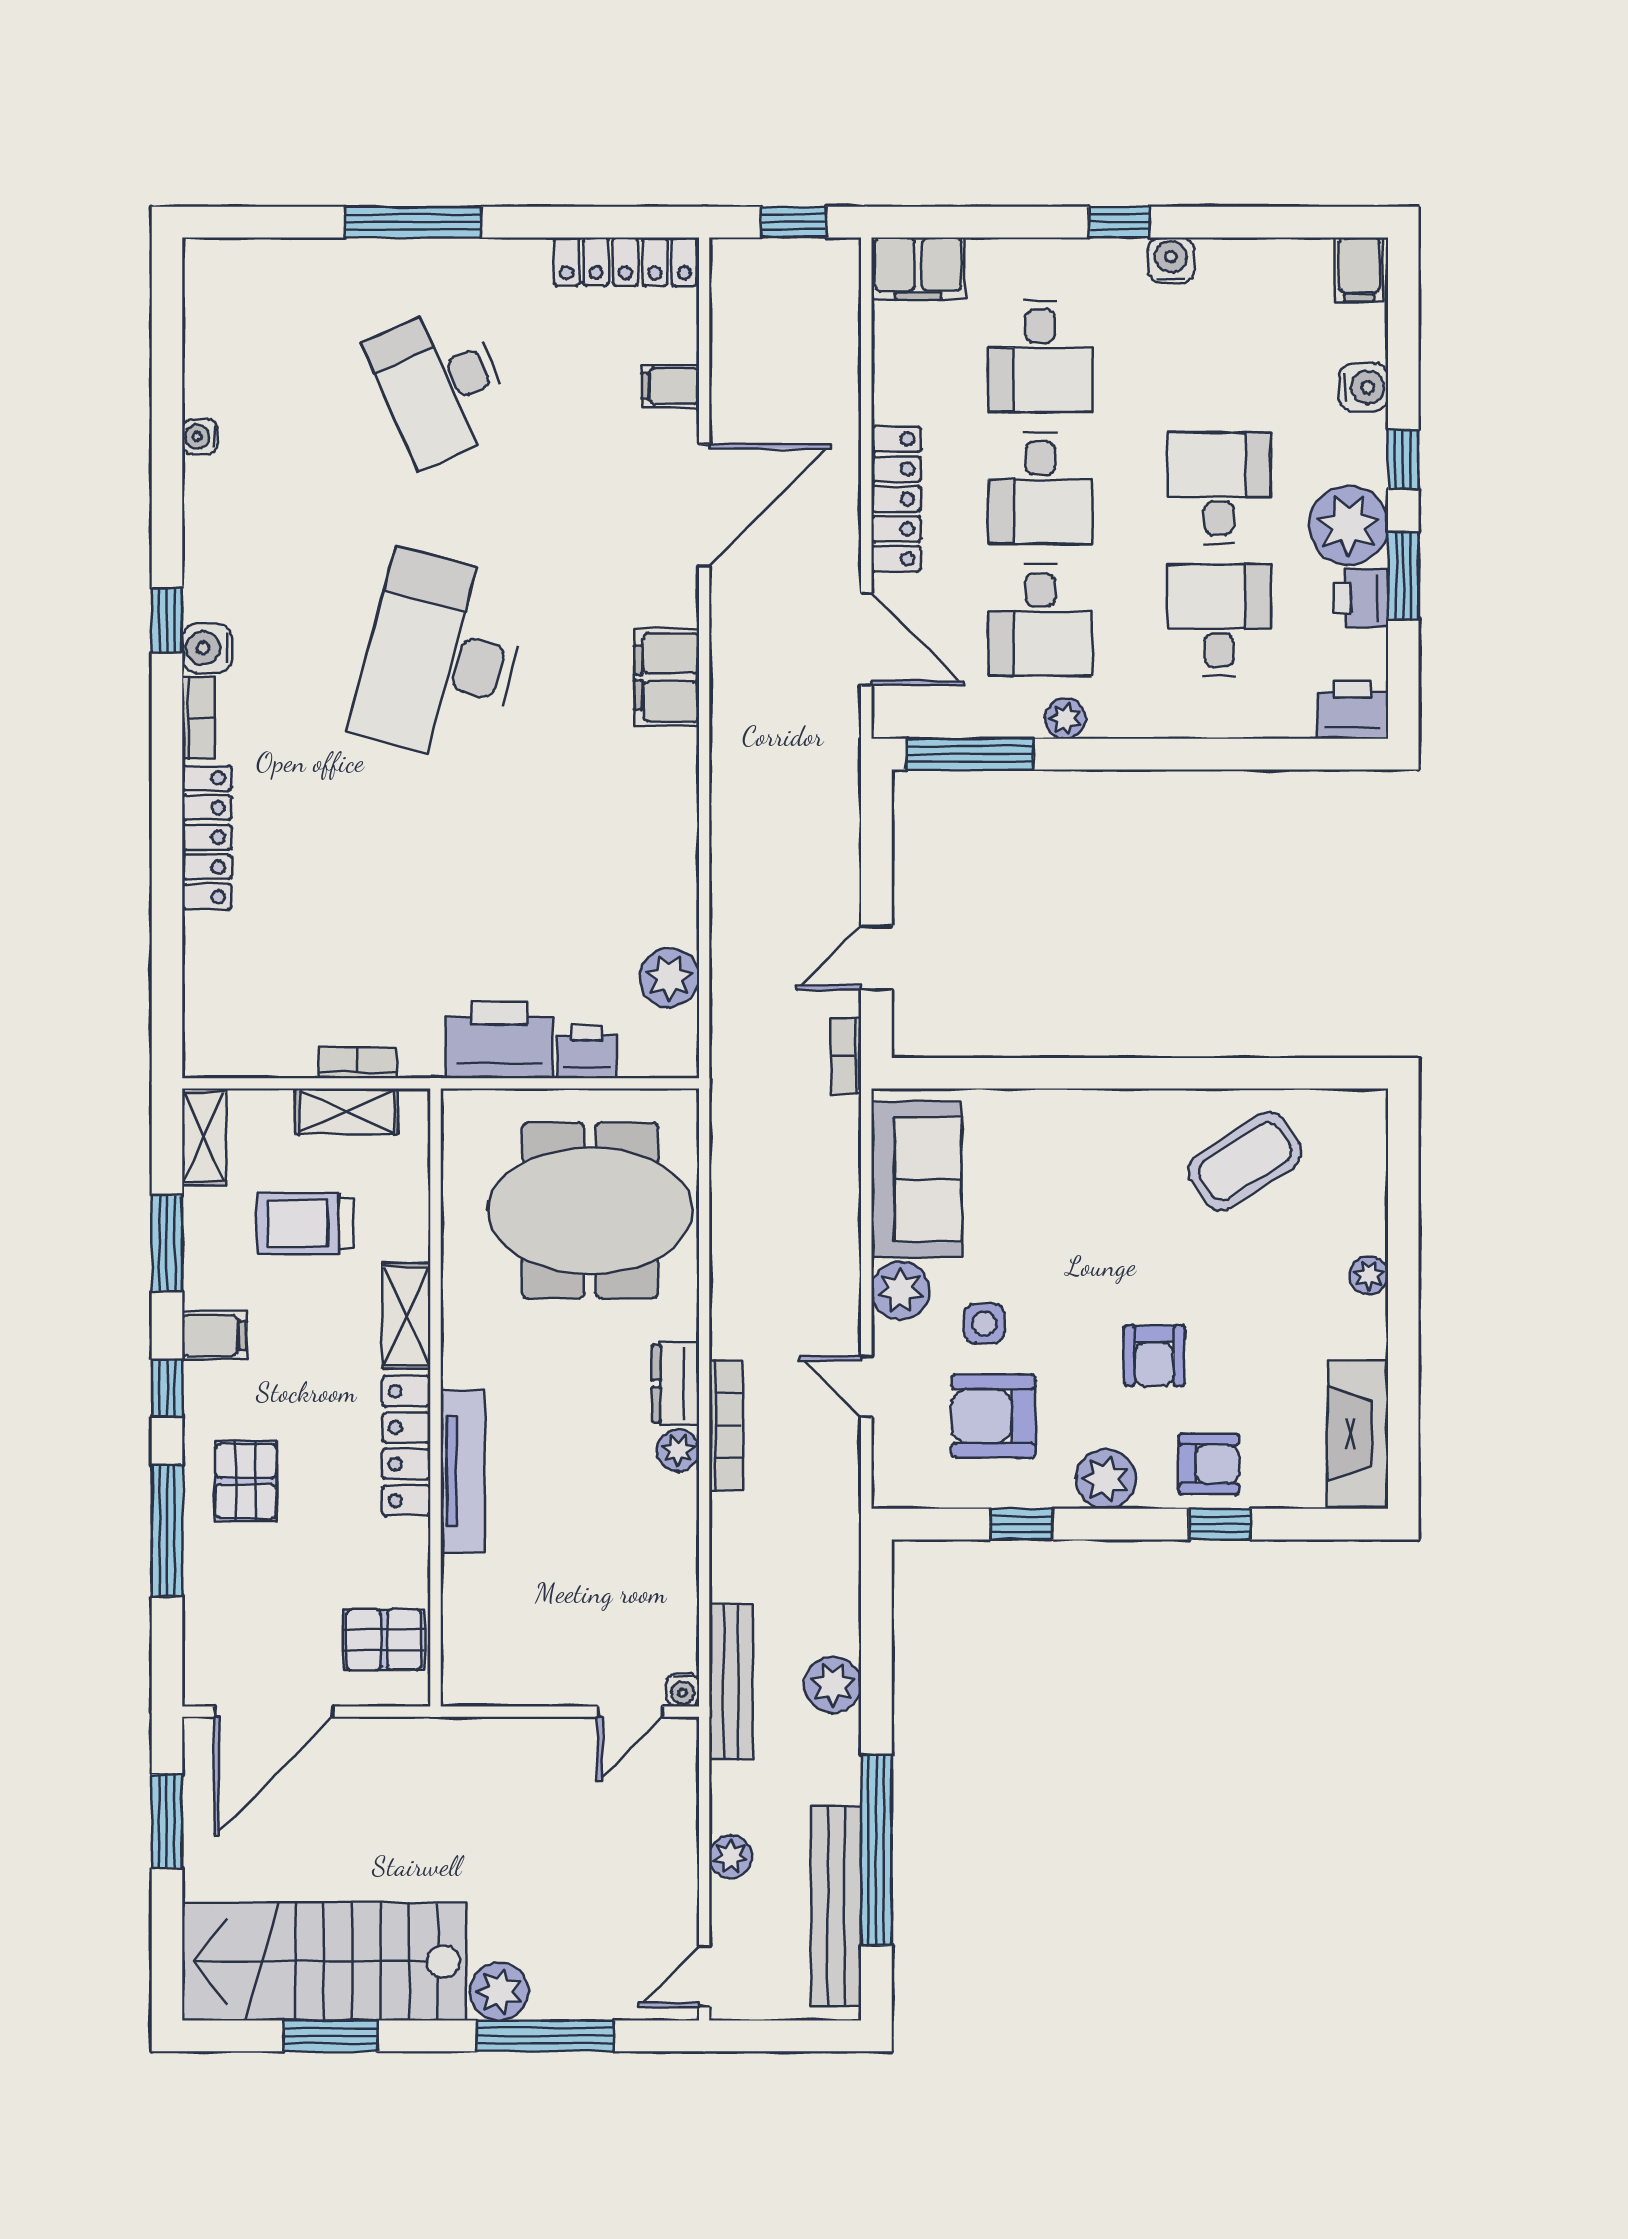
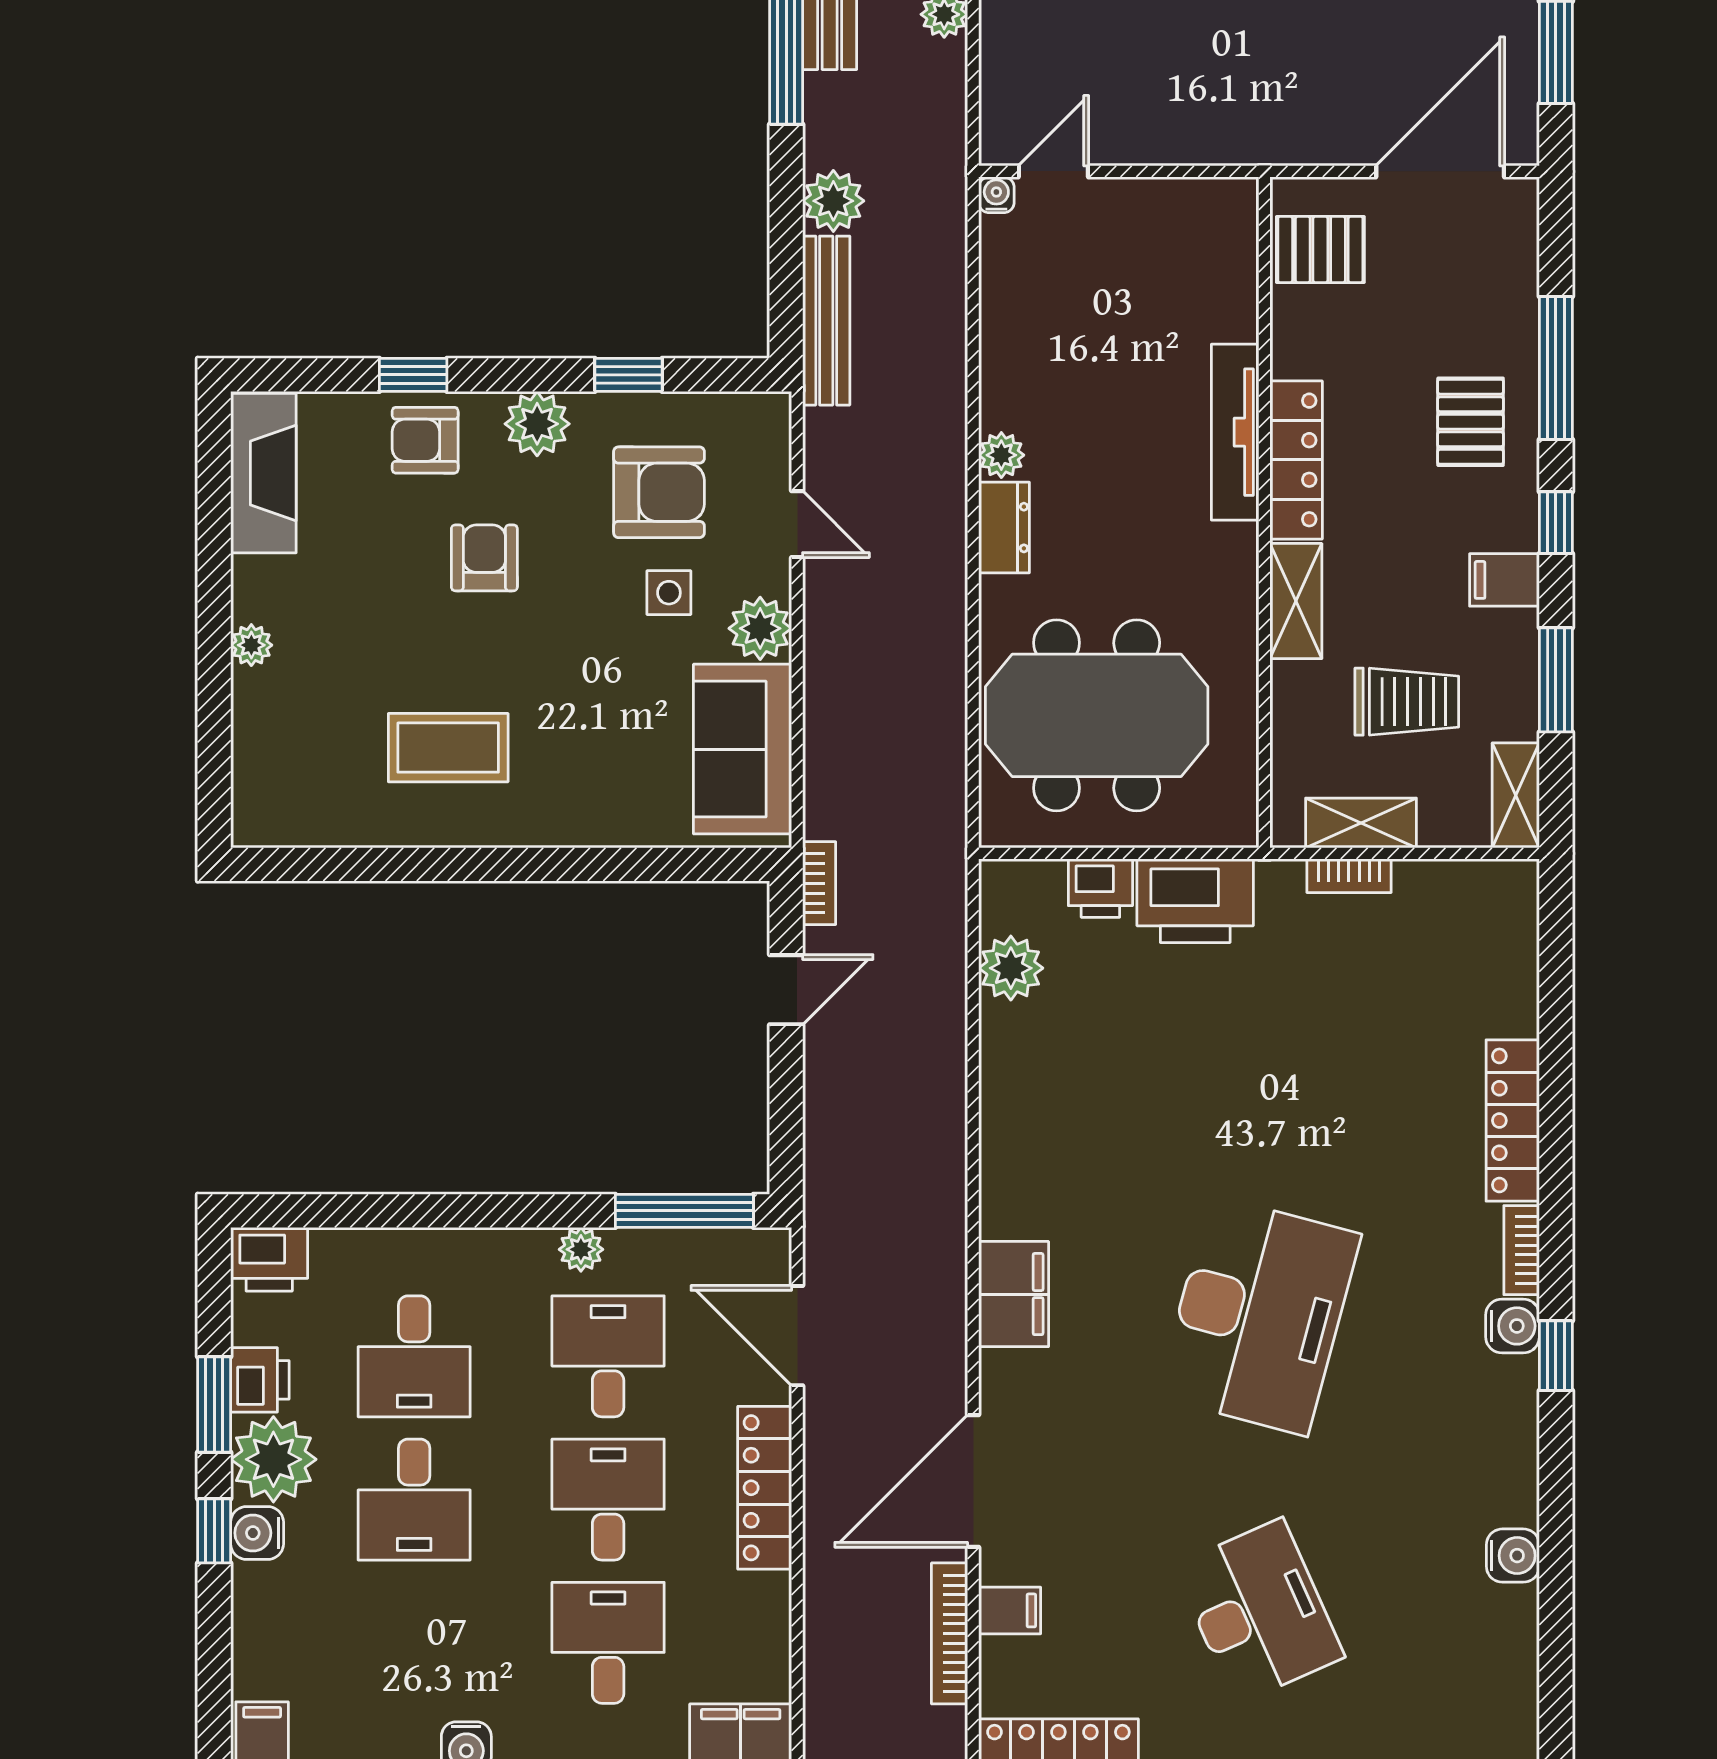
water cooler: (1364, 387) -> (257, 1533), moved
water cooler: (200, 436) -> (1513, 1556), width x1.38, depth x1.38
coffee table: (1245, 1161) -> (448, 748), moved, turned 33
bookcase: (726, 1425) -> (949, 1633), moved
bench: (731, 1682) -> (826, 321), moved

